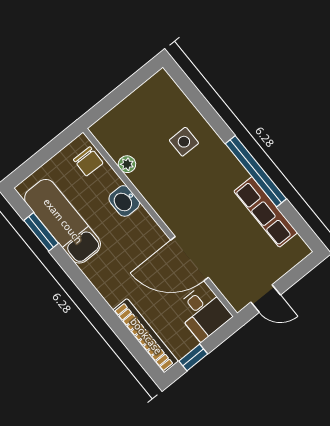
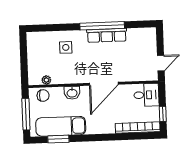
window: (42, 157) -> (26, 114), added
plant: (127, 164) -> (46, 80), moved
row of seats: (266, 212) -> (107, 35), moved
door: (190, 259) -> (104, 84), moved

